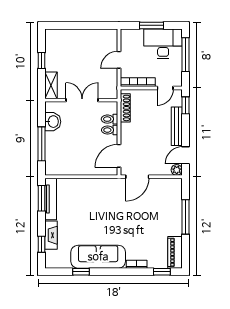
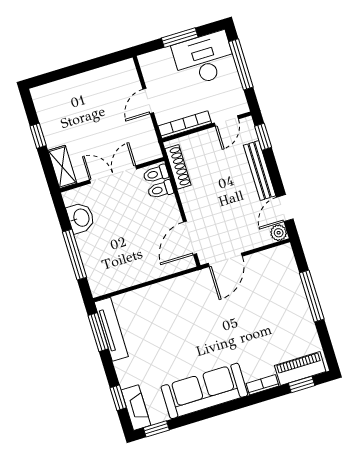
toilet: (110, 130) -> (156, 174), moved
fireplace: (51, 235) -> (136, 408), moved
piano: (175, 252) -> (300, 369), moved, turned 90
window: (81, 272) -> (156, 429), moved

